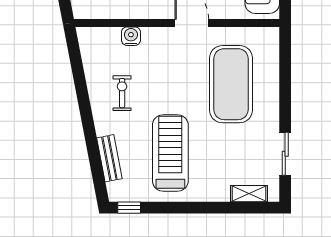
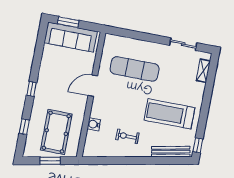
exercise mat: (231, 84) -> (135, 69), width x0.68
bench: (109, 158) -> (171, 152), width x1.36

